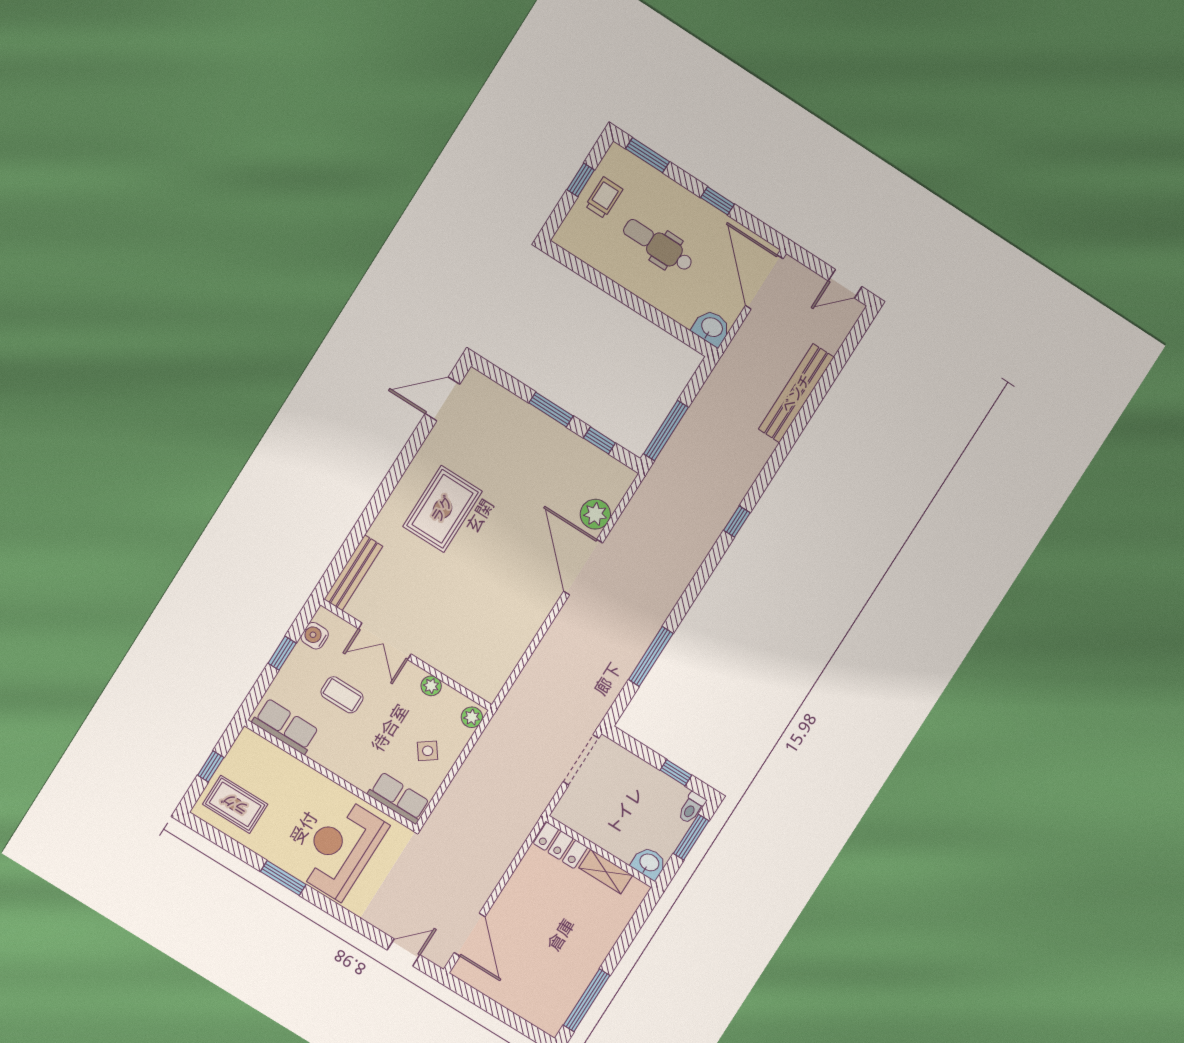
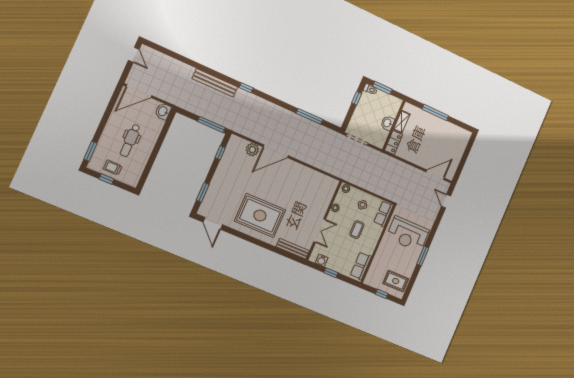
window: (718, 201) -> (106, 117), removed
bench: (796, 393) -> (215, 83), moved
window: (551, 409) -> (203, 192), moved
rug: (442, 509) -> (260, 216), width x1.37, depth x1.44
coffee table: (342, 695) -> (357, 230), moved
rug: (235, 804) -> (396, 281), turned 90
washbasin: (649, 863) -> (388, 123), moved
window: (587, 1000) -> (435, 112), moved

